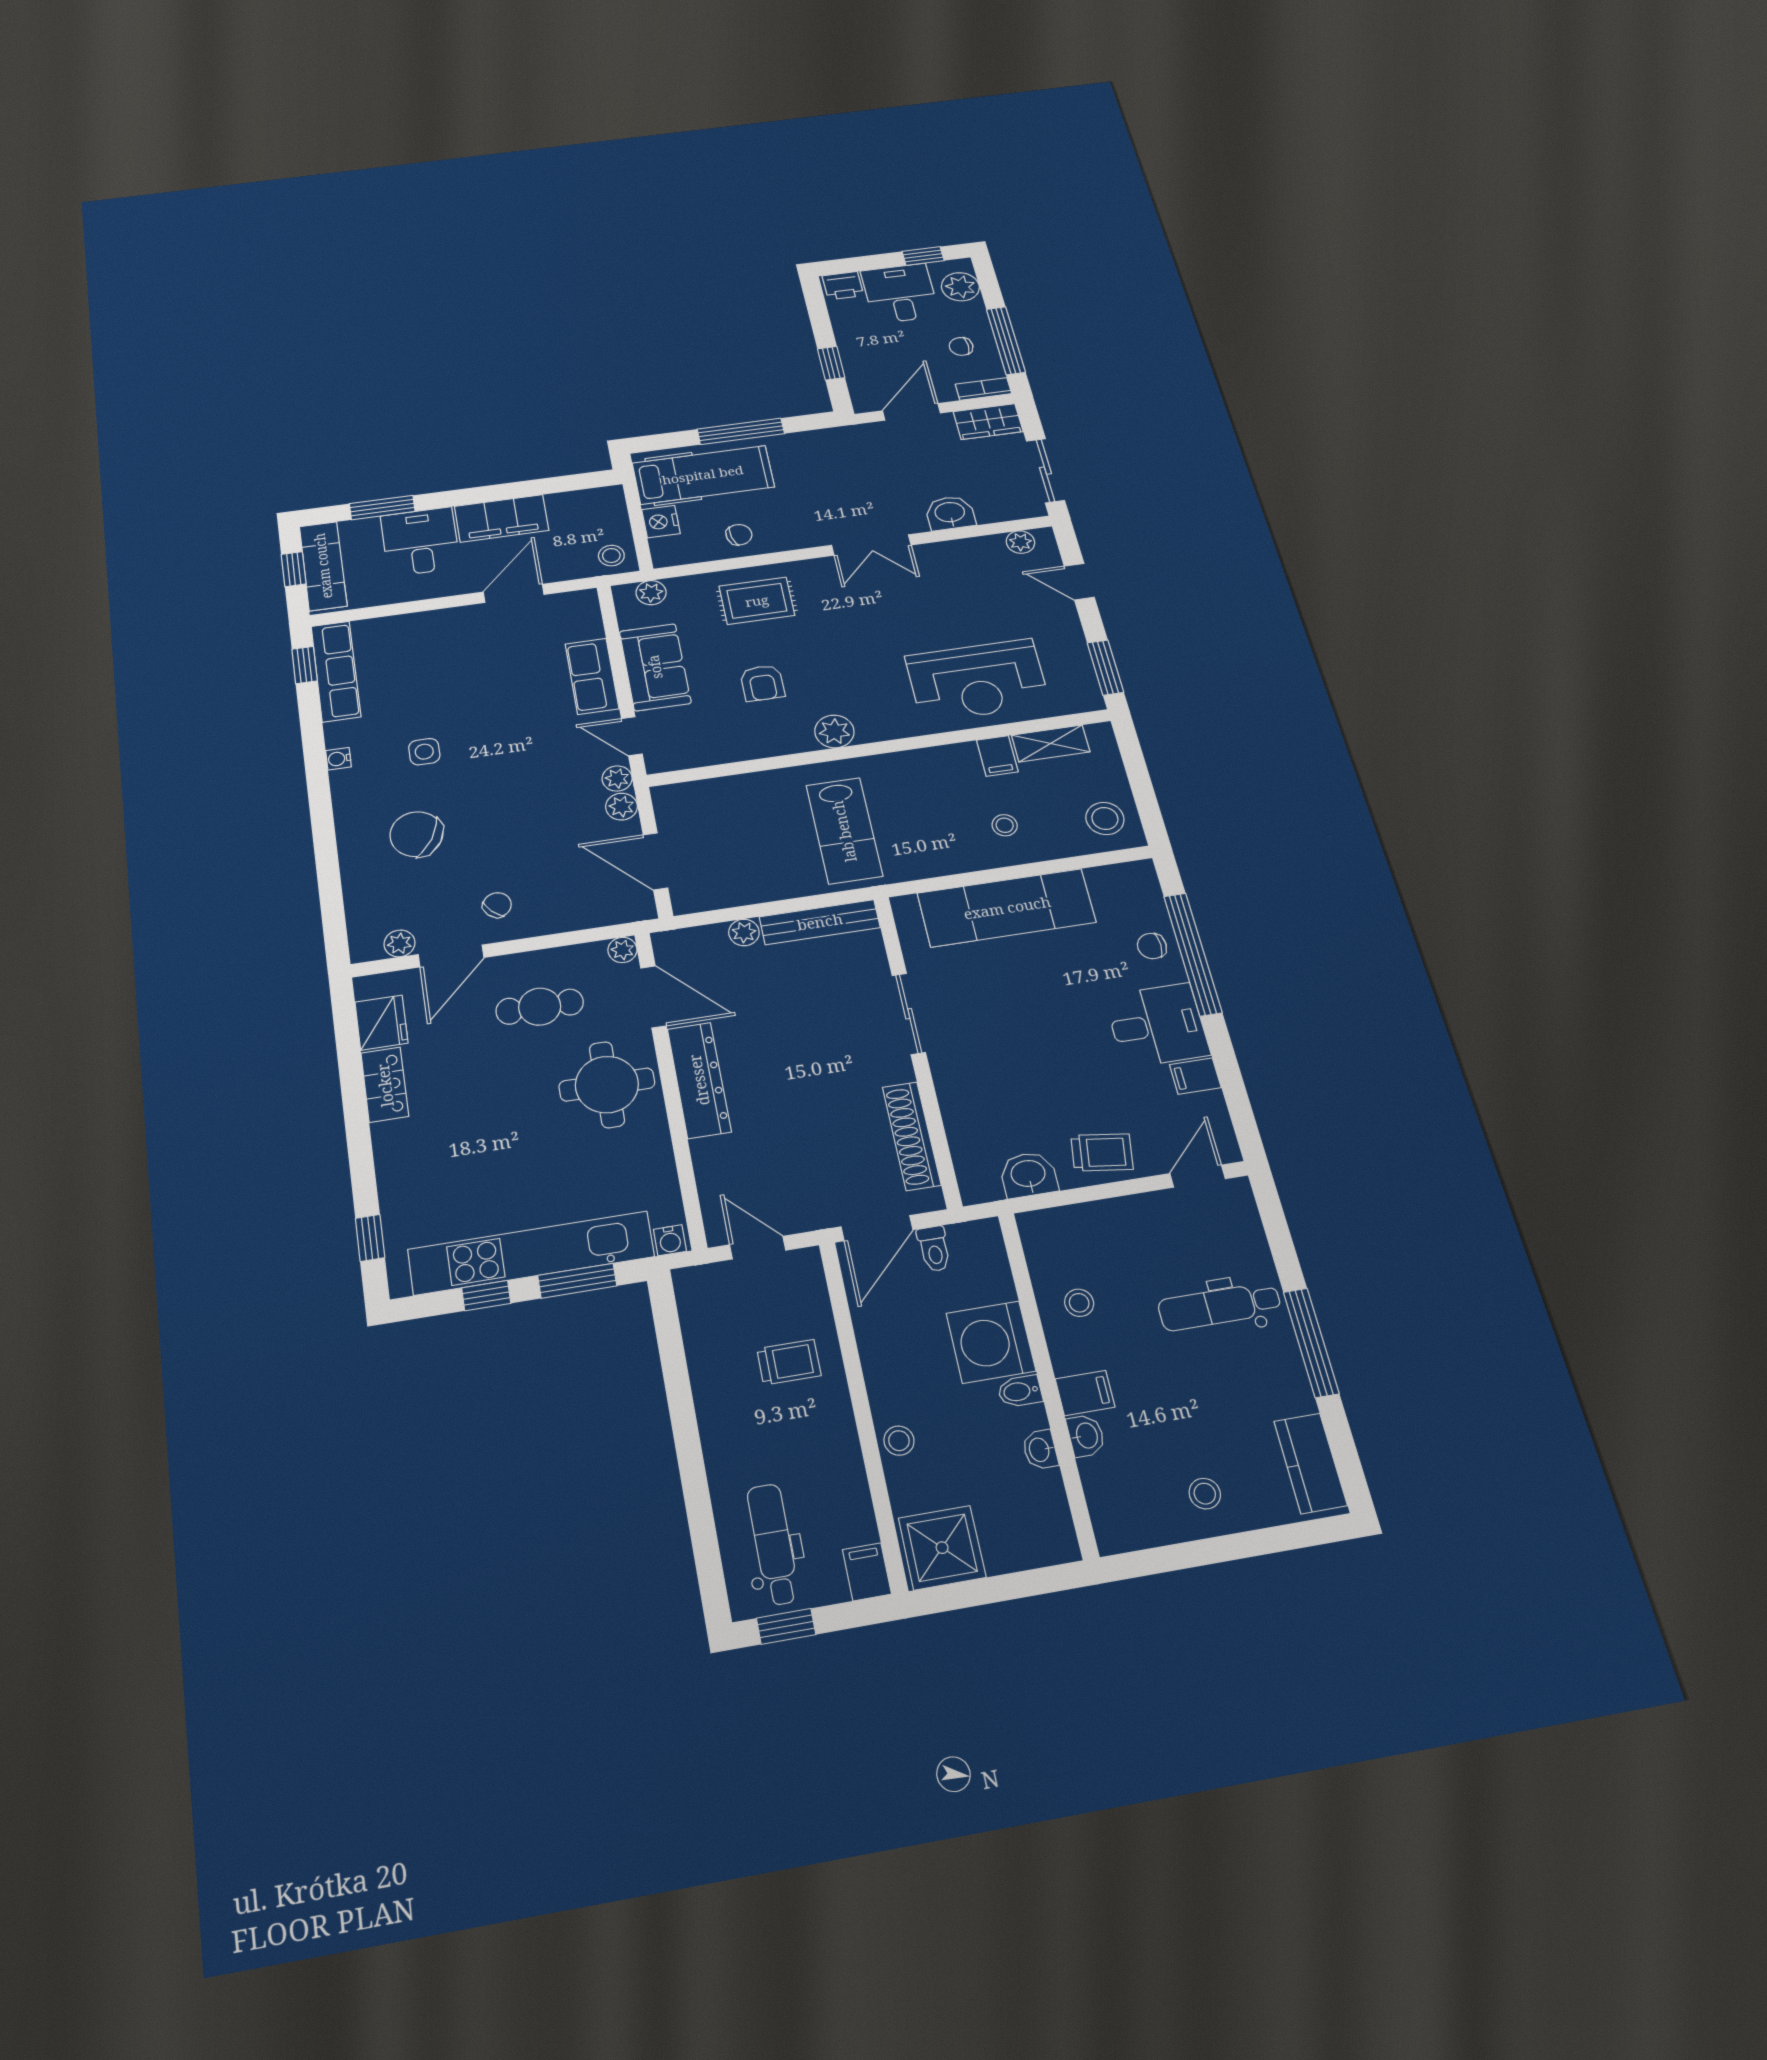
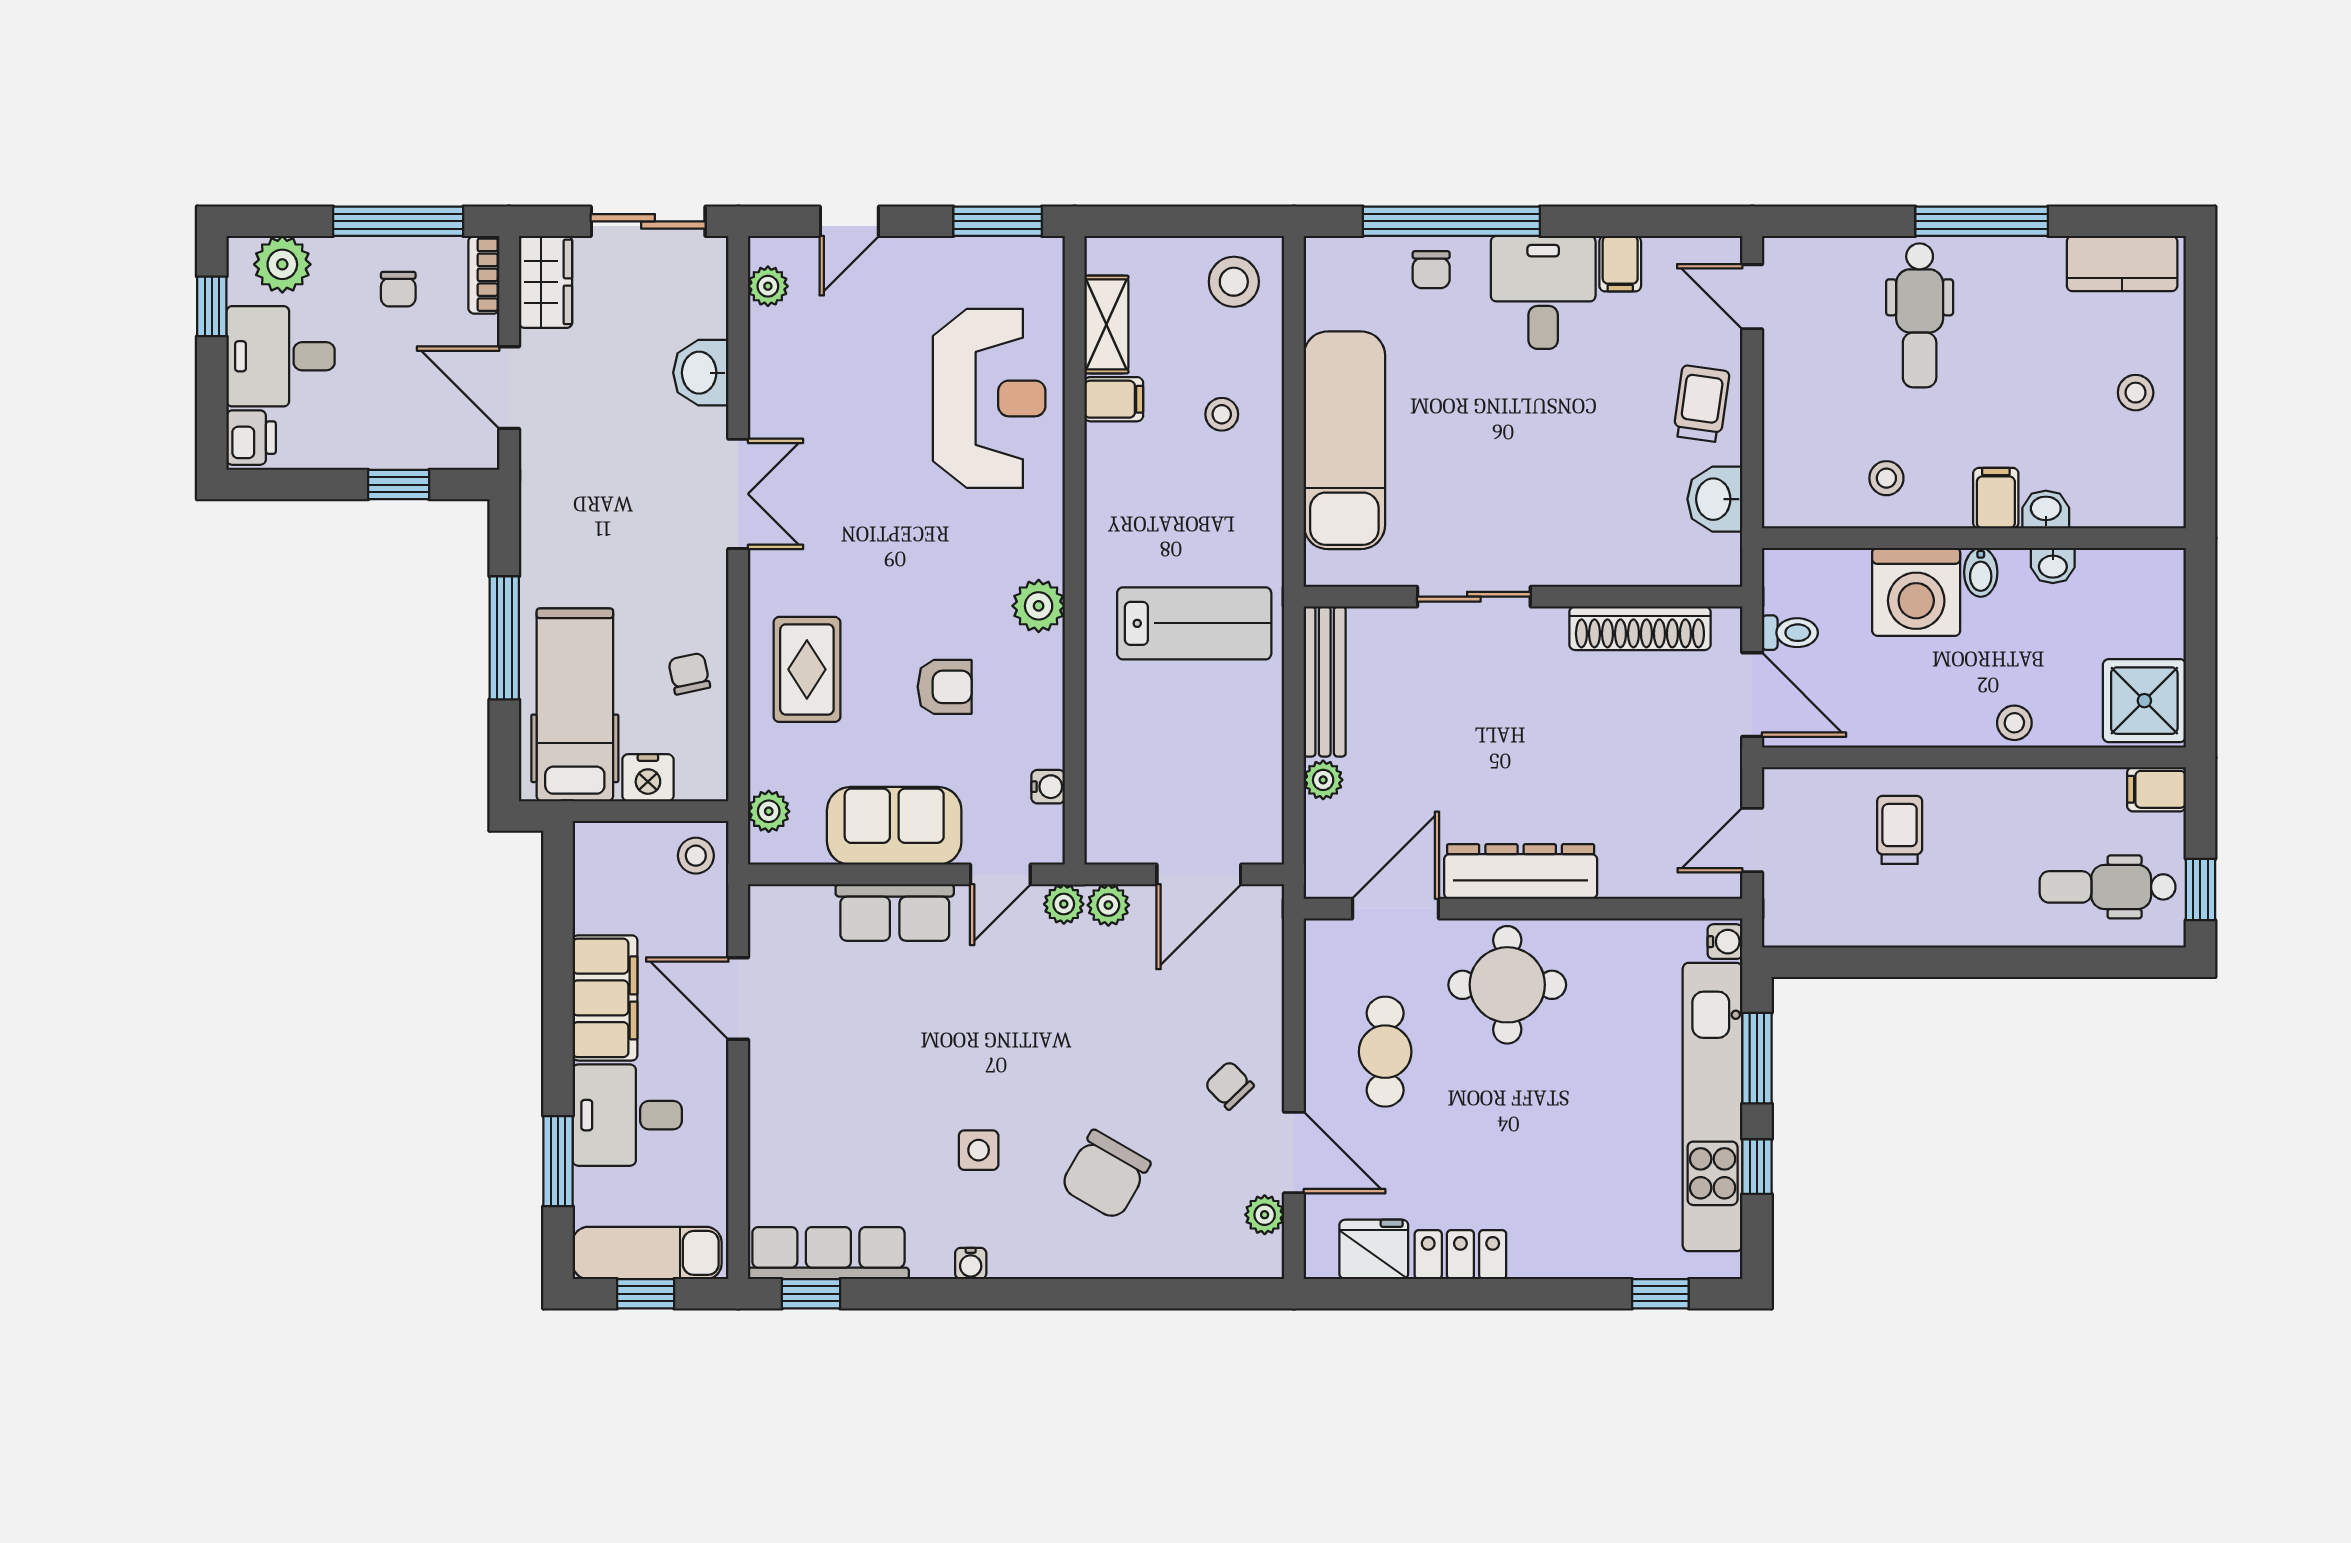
water cooler: (703, 756) -> (1048, 787), added
plant: (622, 950) -> (1322, 937), removed

